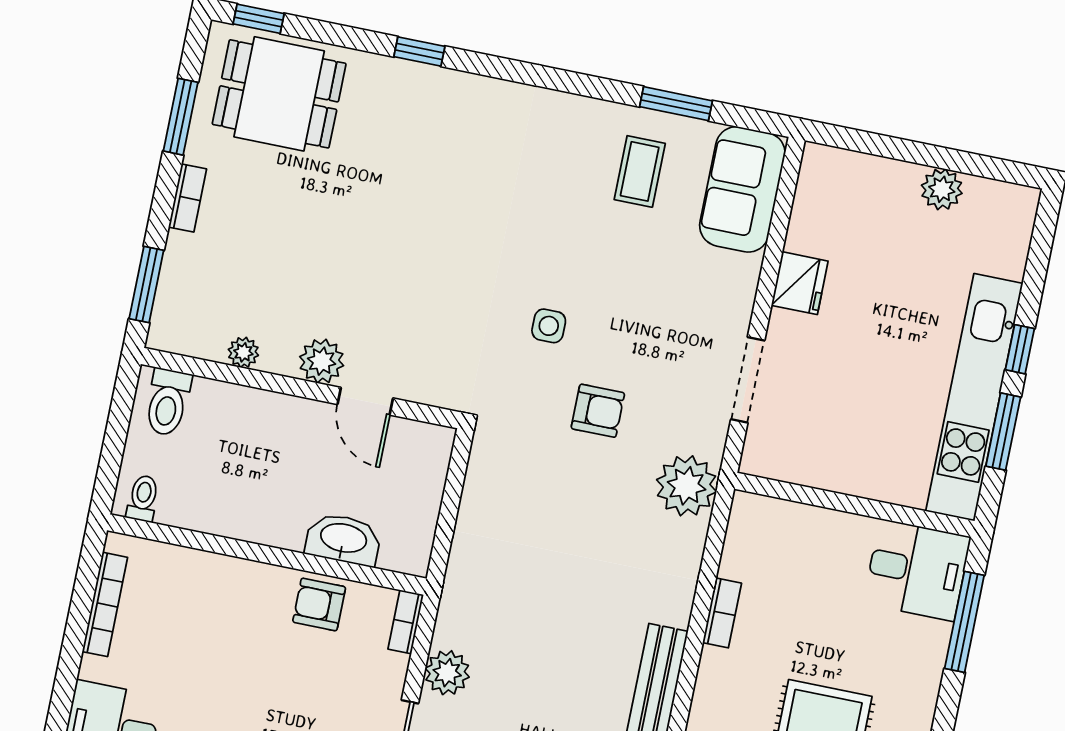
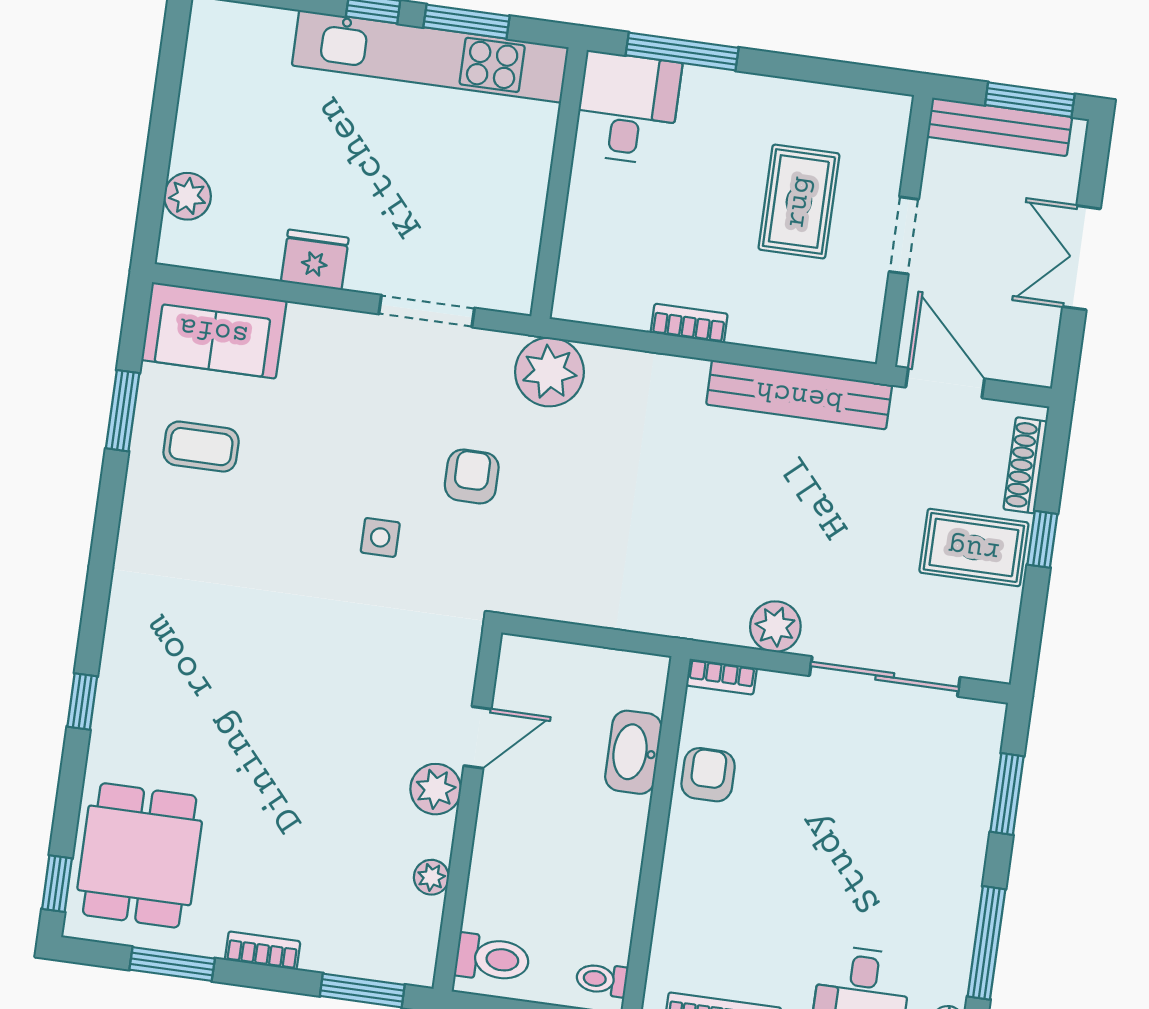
plant: (942, 189) -> (187, 196), moved
armchair: (319, 604) -> (708, 775), turned 180

